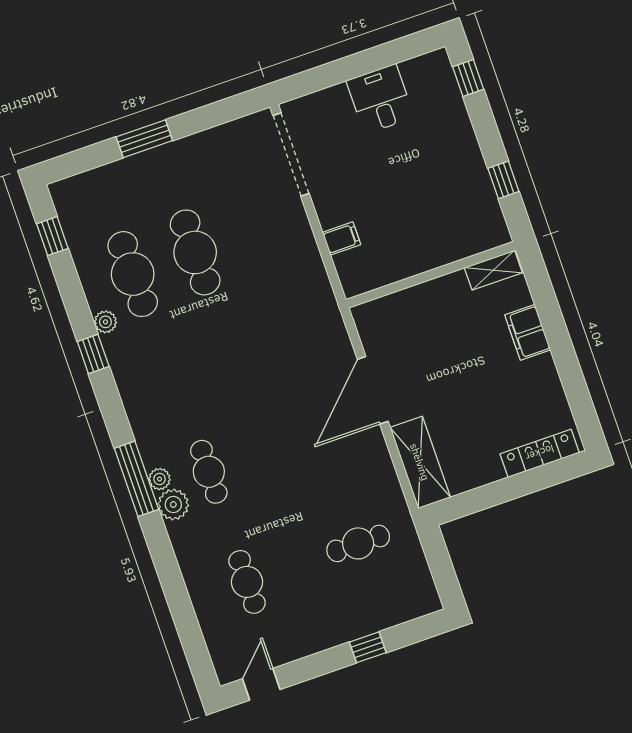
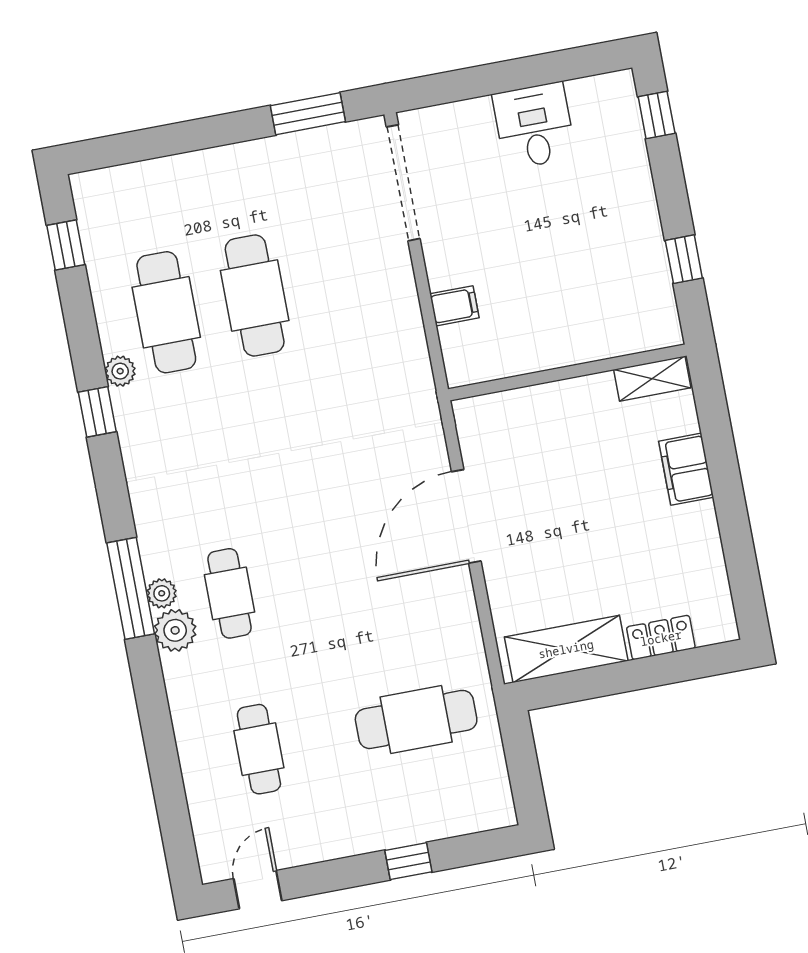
window: (144, 139) -> (308, 114), moved
locker: (540, 453) -> (661, 638), width x0.66
shelving: (420, 462) -> (566, 649), moved, turned 90
cafe table: (358, 543) -> (416, 719), width x1.37, depth x1.35

